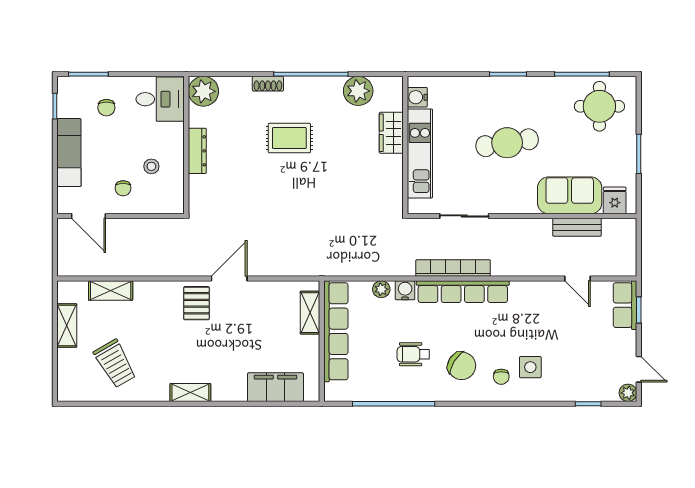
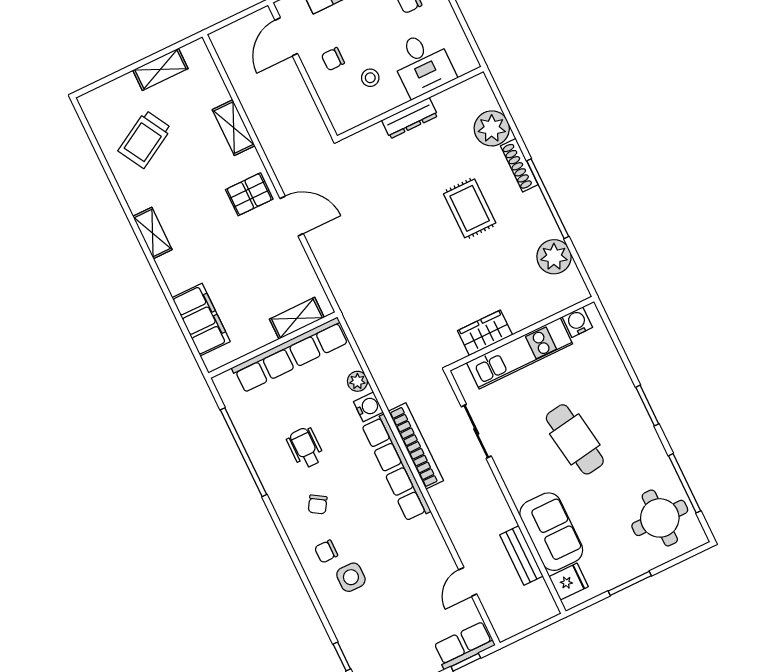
shoe rack: (268, 84) -> (519, 165), width x1.43
plant: (203, 91) -> (492, 128), moved
desk: (160, 99) -> (423, 64), moved
wardrobe: (391, 133) -> (485, 333), moved
shelving: (111, 290) -> (234, 128), moved
chair: (462, 366) -> (318, 504), width x0.54, depth x0.54

